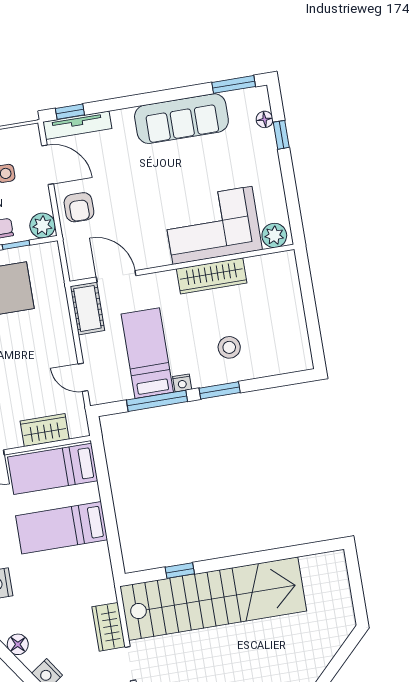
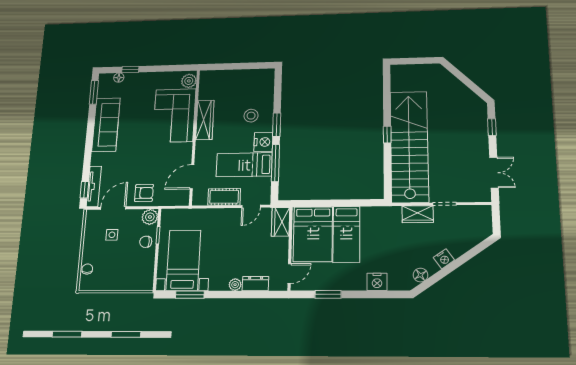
cot: (87, 308) -> (224, 197), moved
nightstand: (182, 383) -> (263, 142), width x1.89, depth x1.79
wardrobe: (45, 430) -> (281, 222), moved
bed: (53, 469) -> (313, 234), width x1.50
window: (180, 571) -> (387, 135), moved

